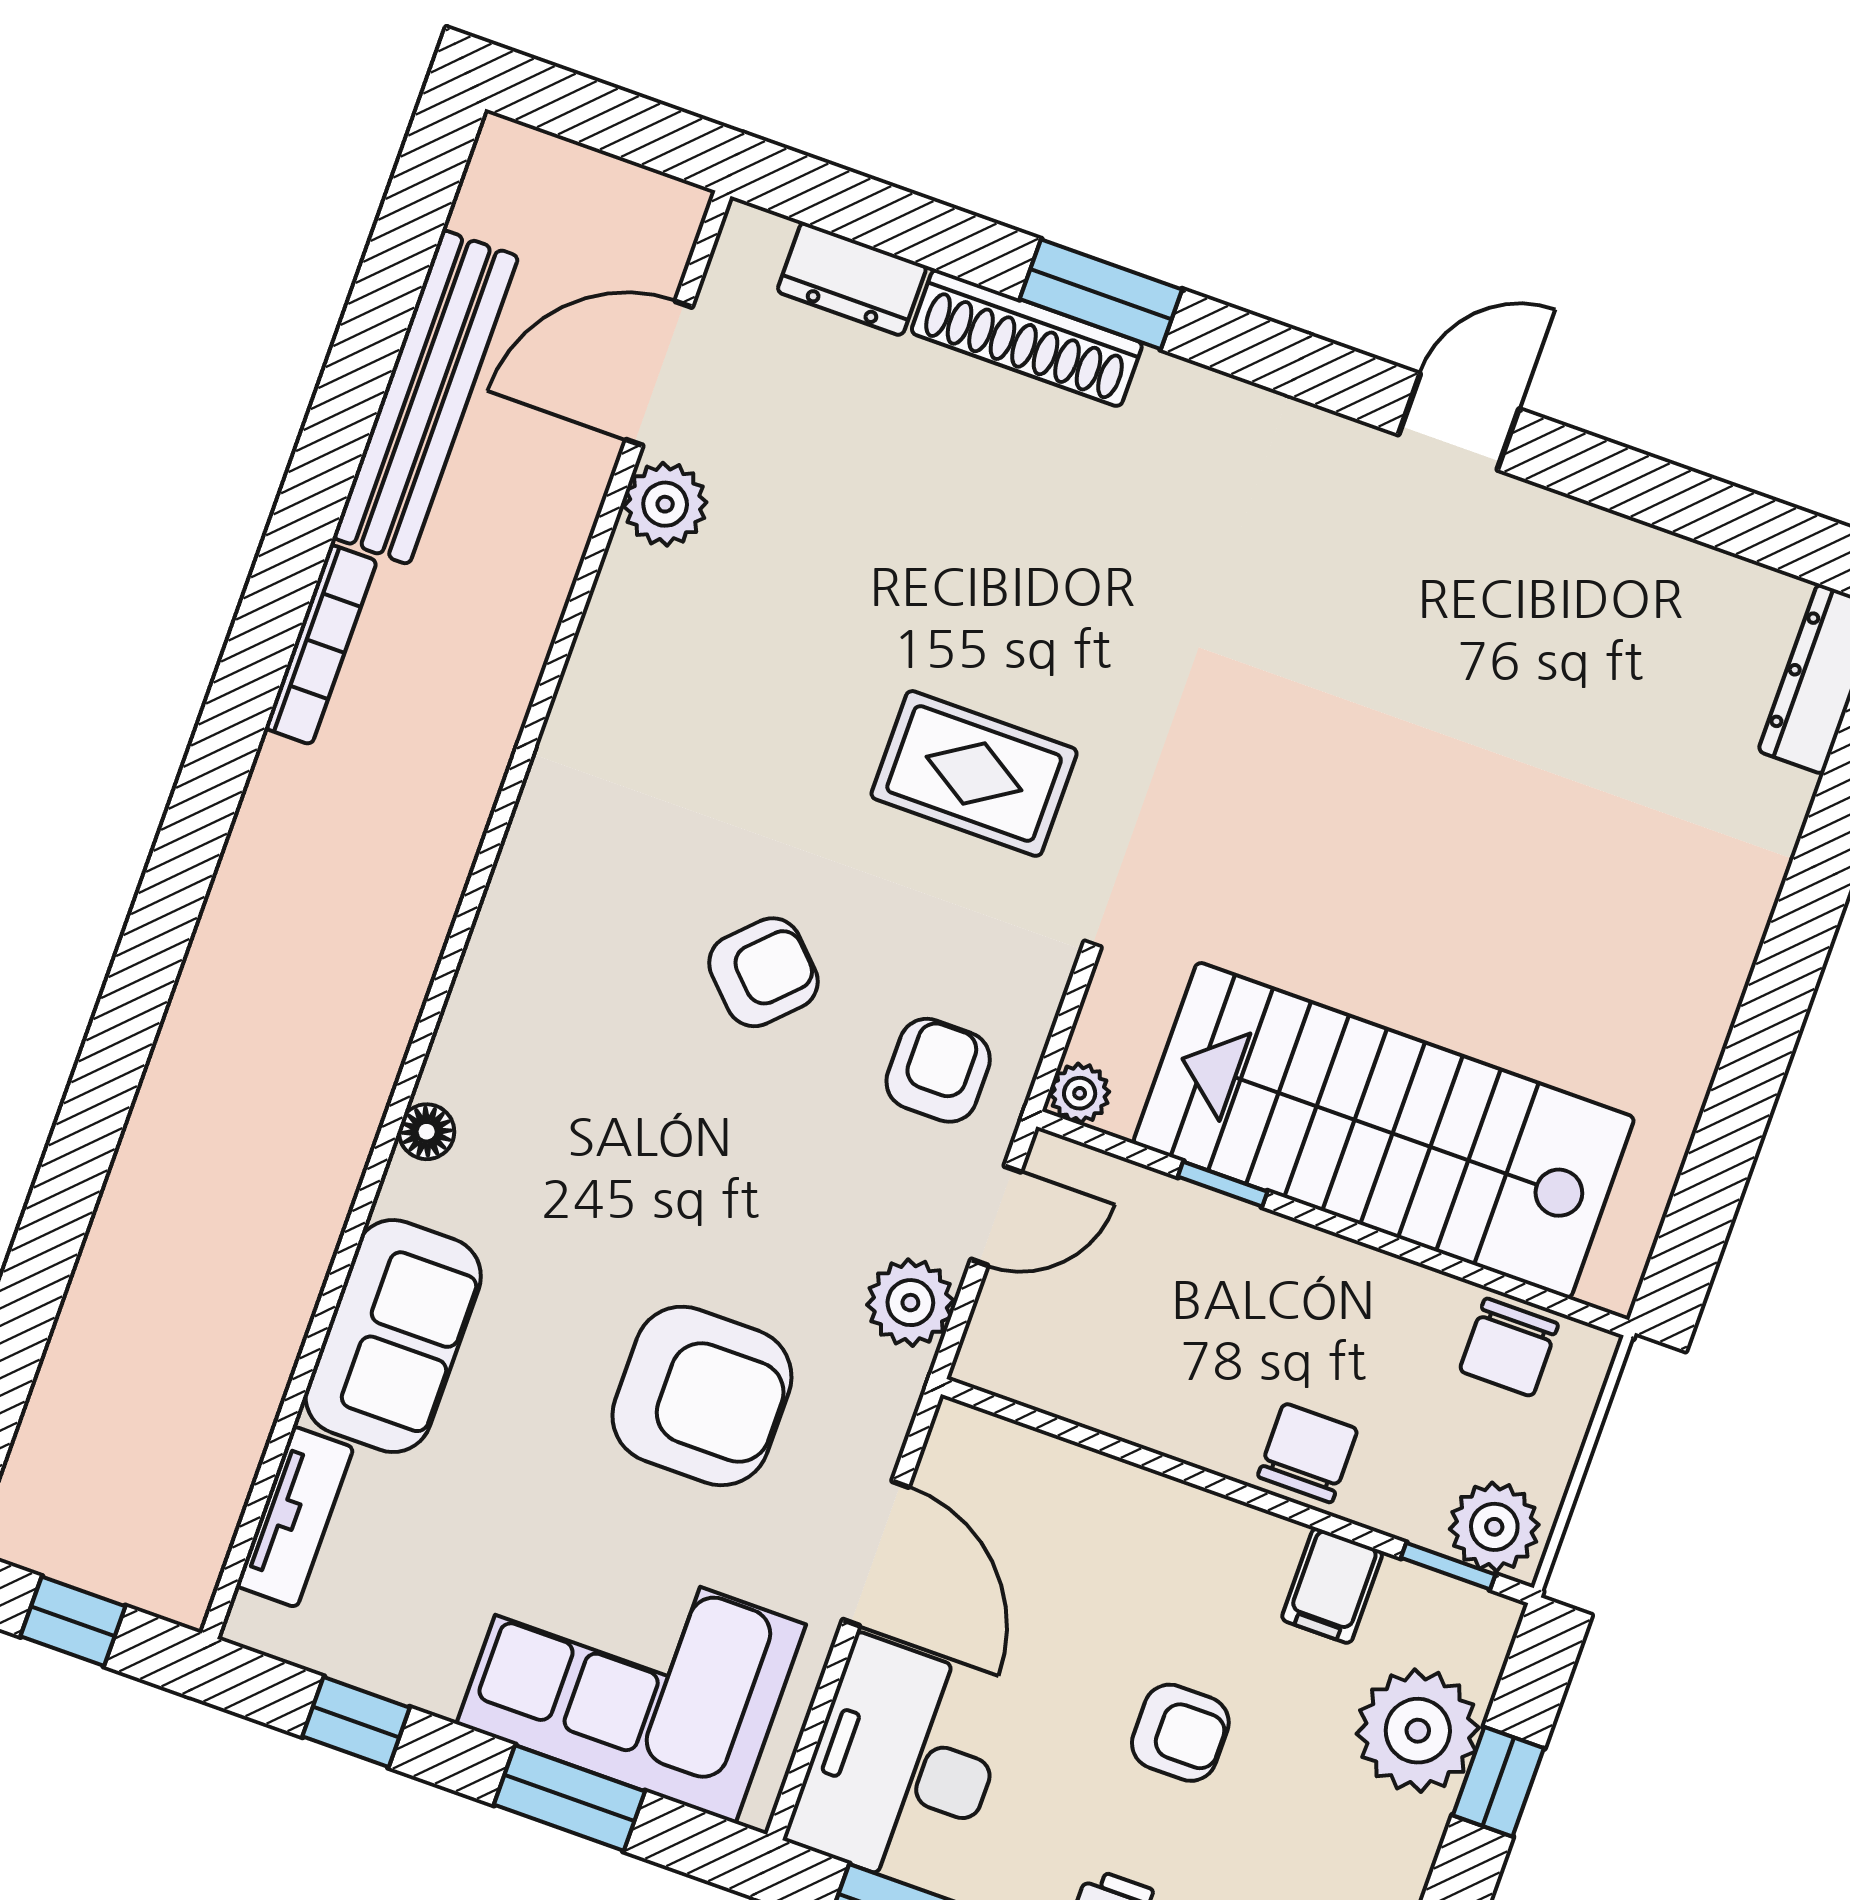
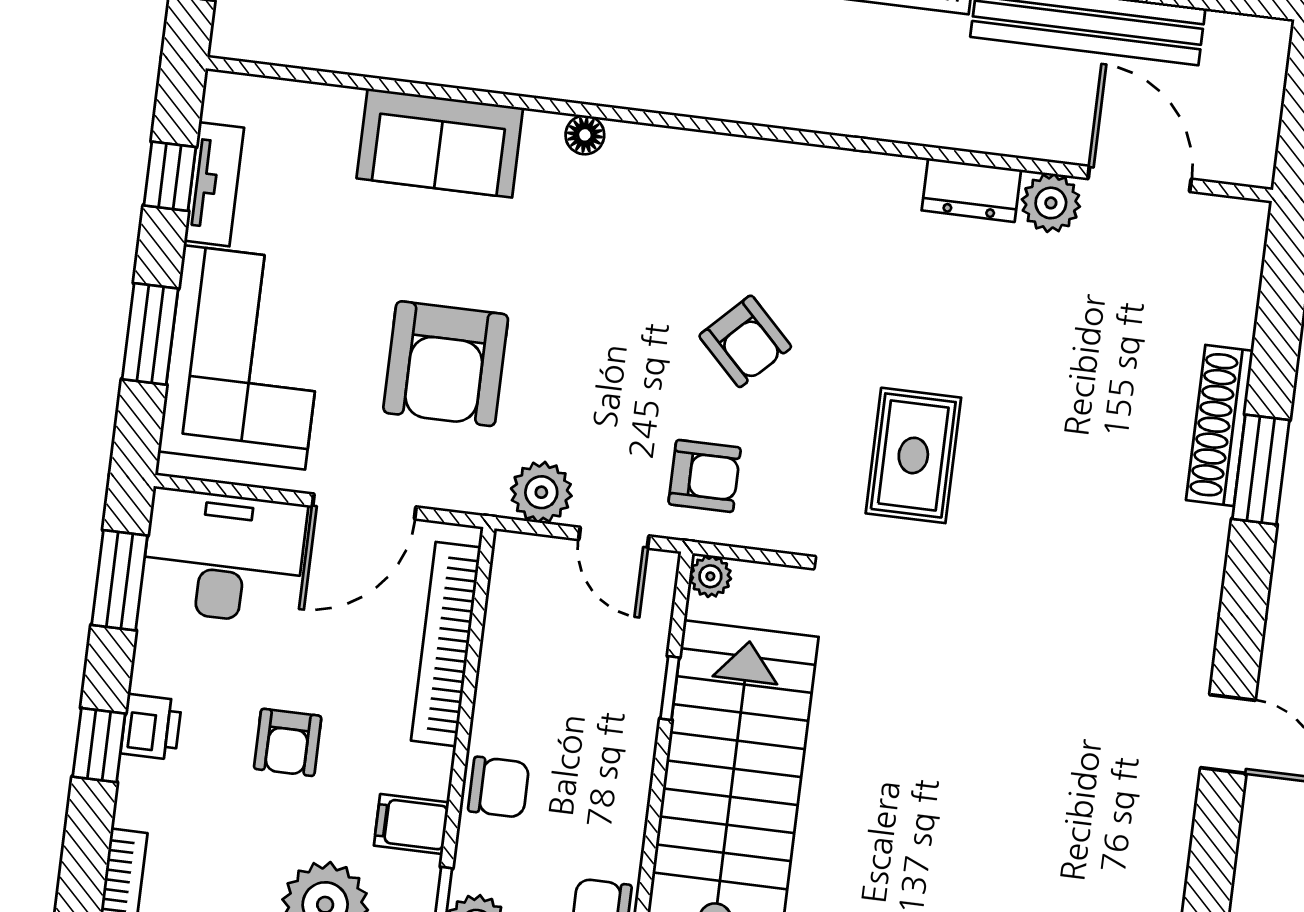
dresser: (852, 279) -> (971, 190), moved, turned -90
bookcase: (1092, 1482) -> (446, 644), added
tv unit: (295, 1517) -> (214, 184), moved, turned -90

